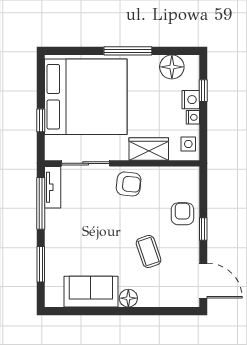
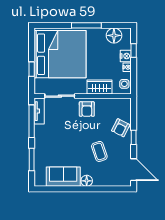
armchair: (129, 184) -> (87, 109), turned 84
armchair: (182, 214) -> (121, 128), turned -153

